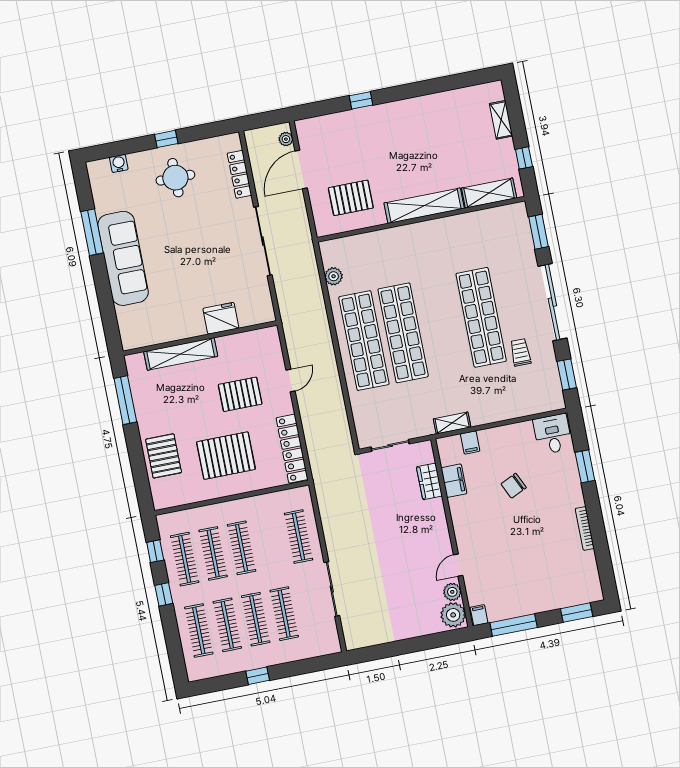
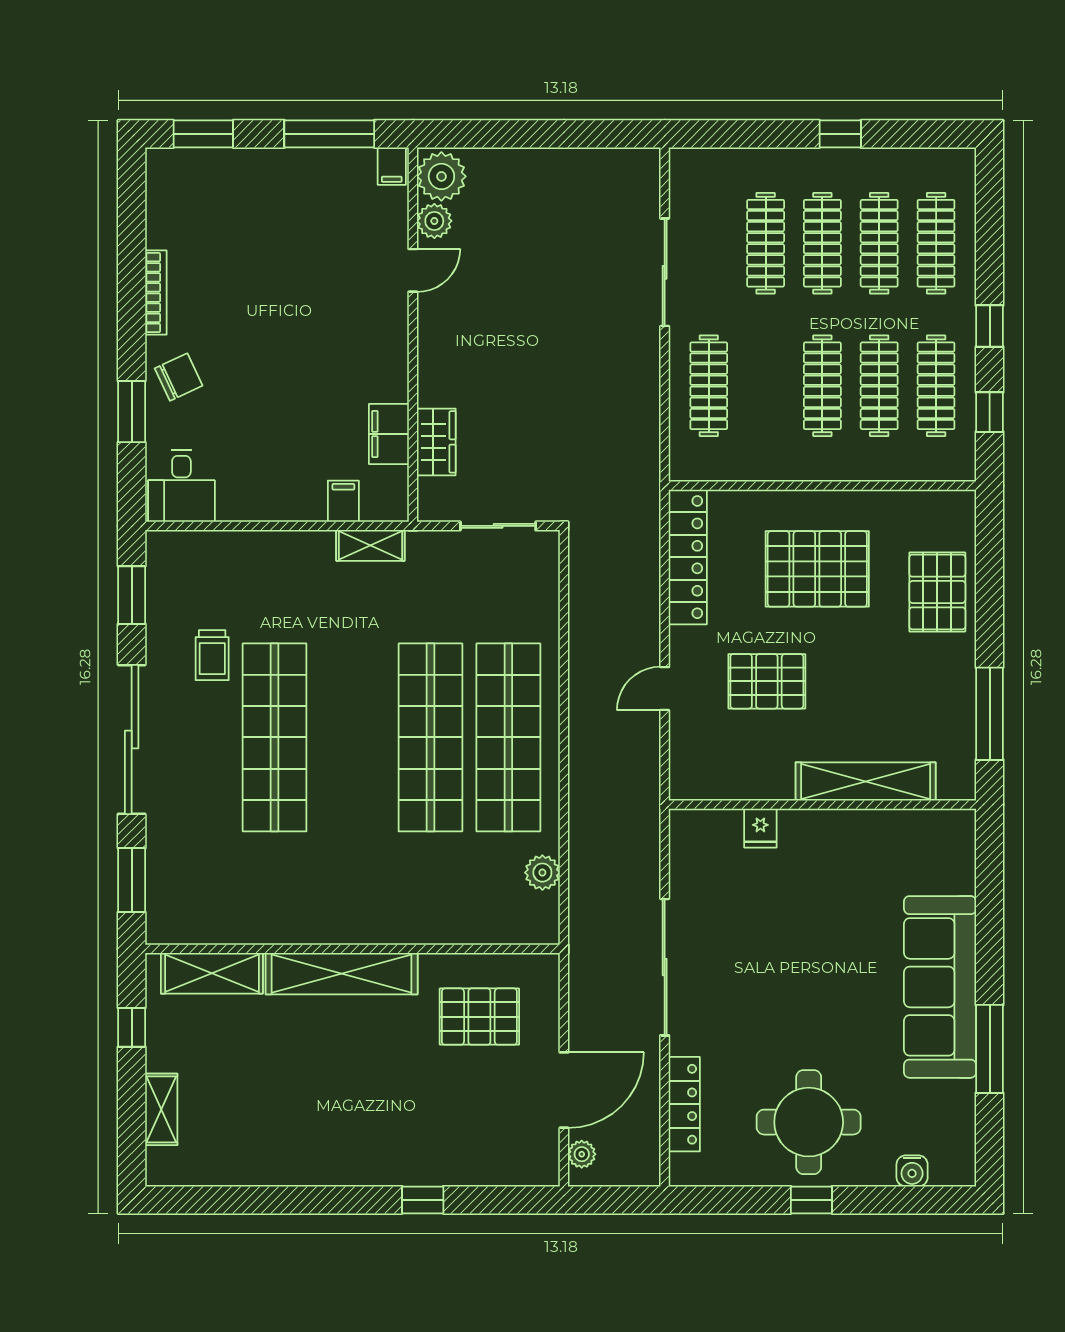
round table: (175, 178) -> (809, 1122), width x1.36, depth x1.36
fridge: (221, 318) -> (760, 828), width x0.53, depth x0.75
chair: (514, 486) -> (179, 377), moved

